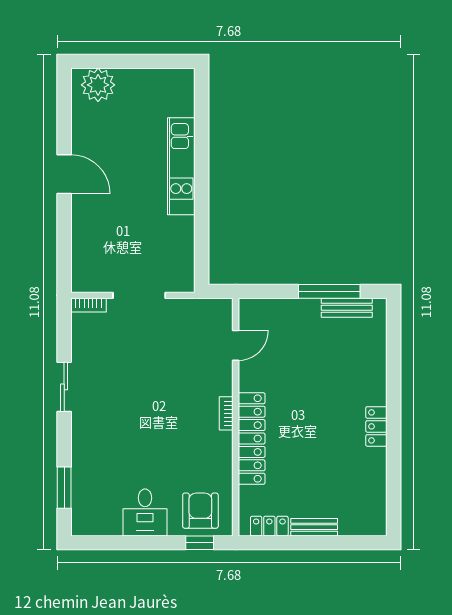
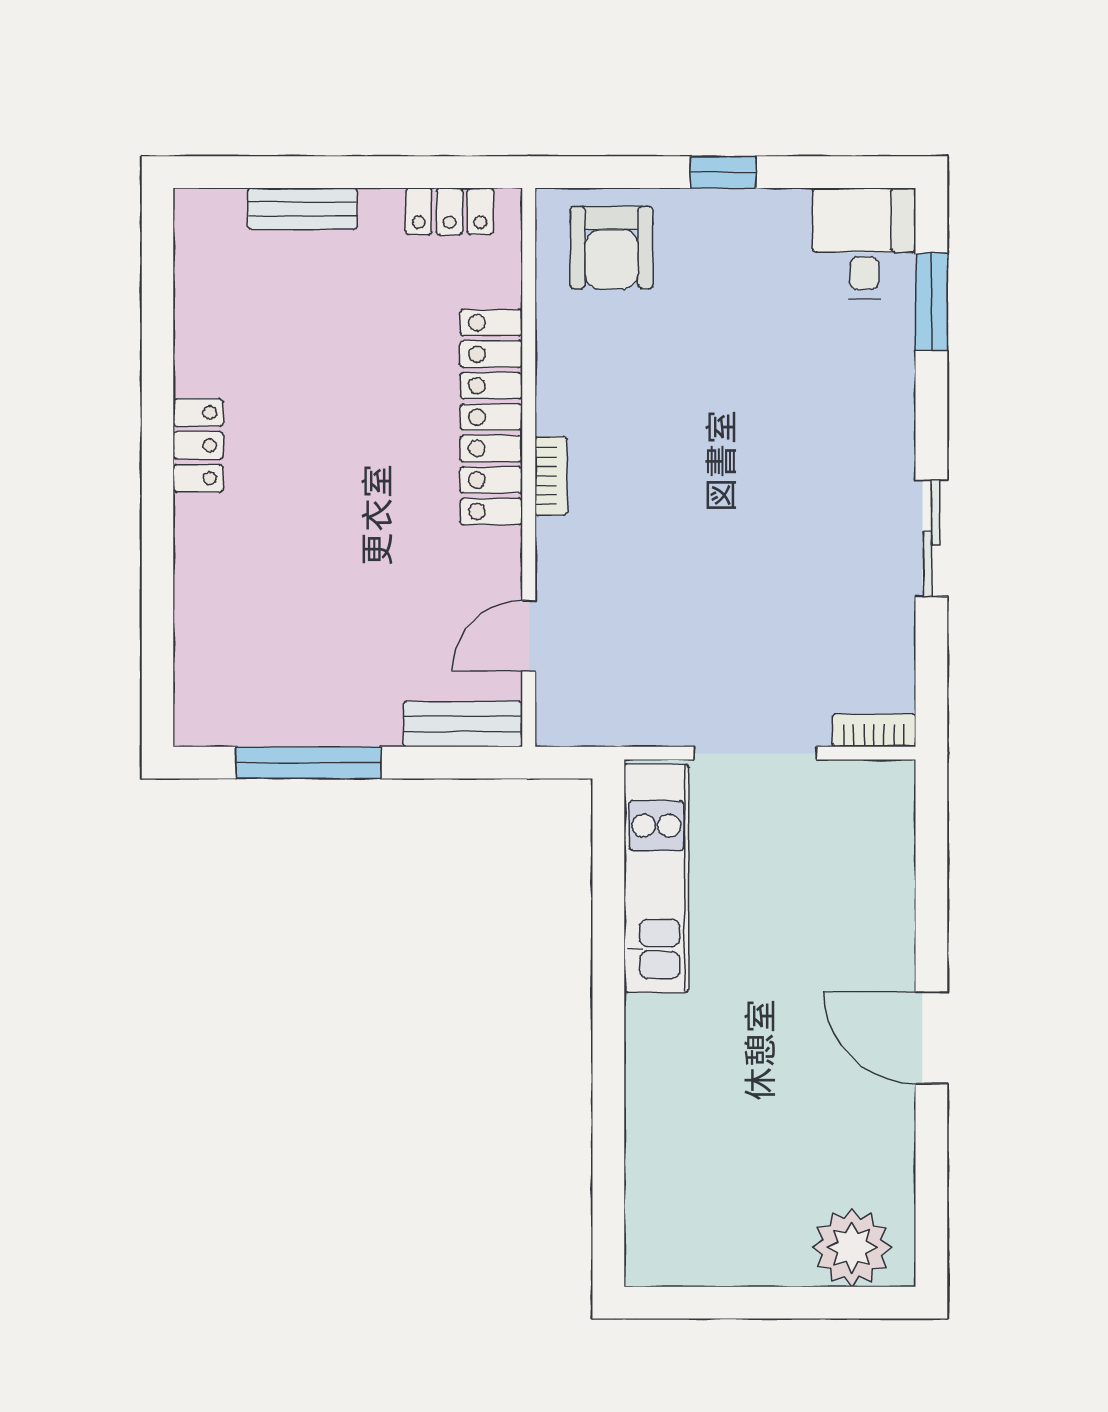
kitchen unit: (181, 166) -> (656, 878), moved
bench: (347, 308) -> (463, 724), moved
desk: (145, 512) -> (864, 243), moved
bench: (314, 527) -> (303, 209), moved
window: (200, 543) -> (723, 172), moved

